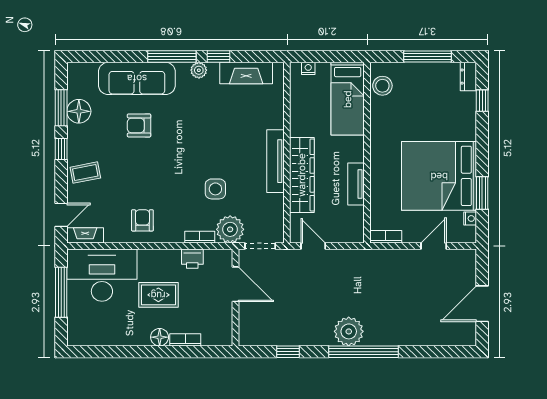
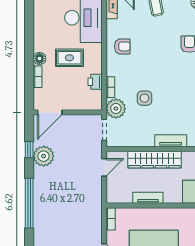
tv unit: (276, 161) -> (171, 141), width x0.71
door: (235, 284) -> (50, 112), moved
rug: (158, 295) -> (69, 58), turned 90
plant: (349, 331) -> (44, 156), moved

